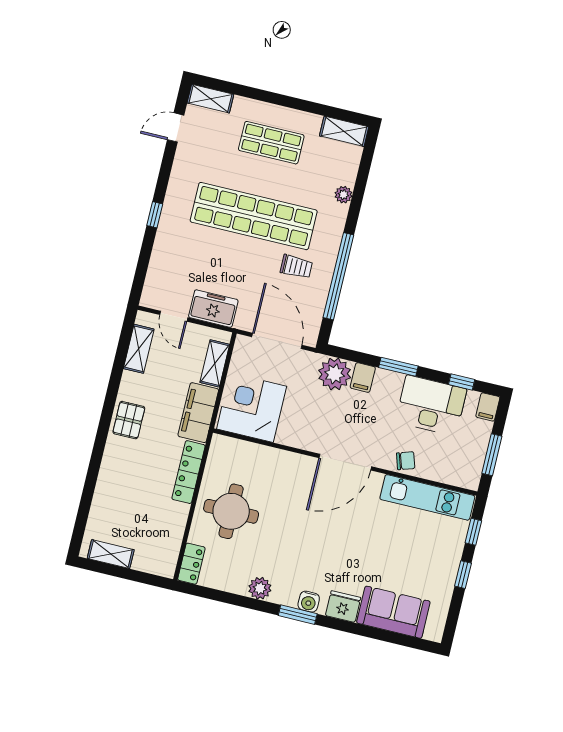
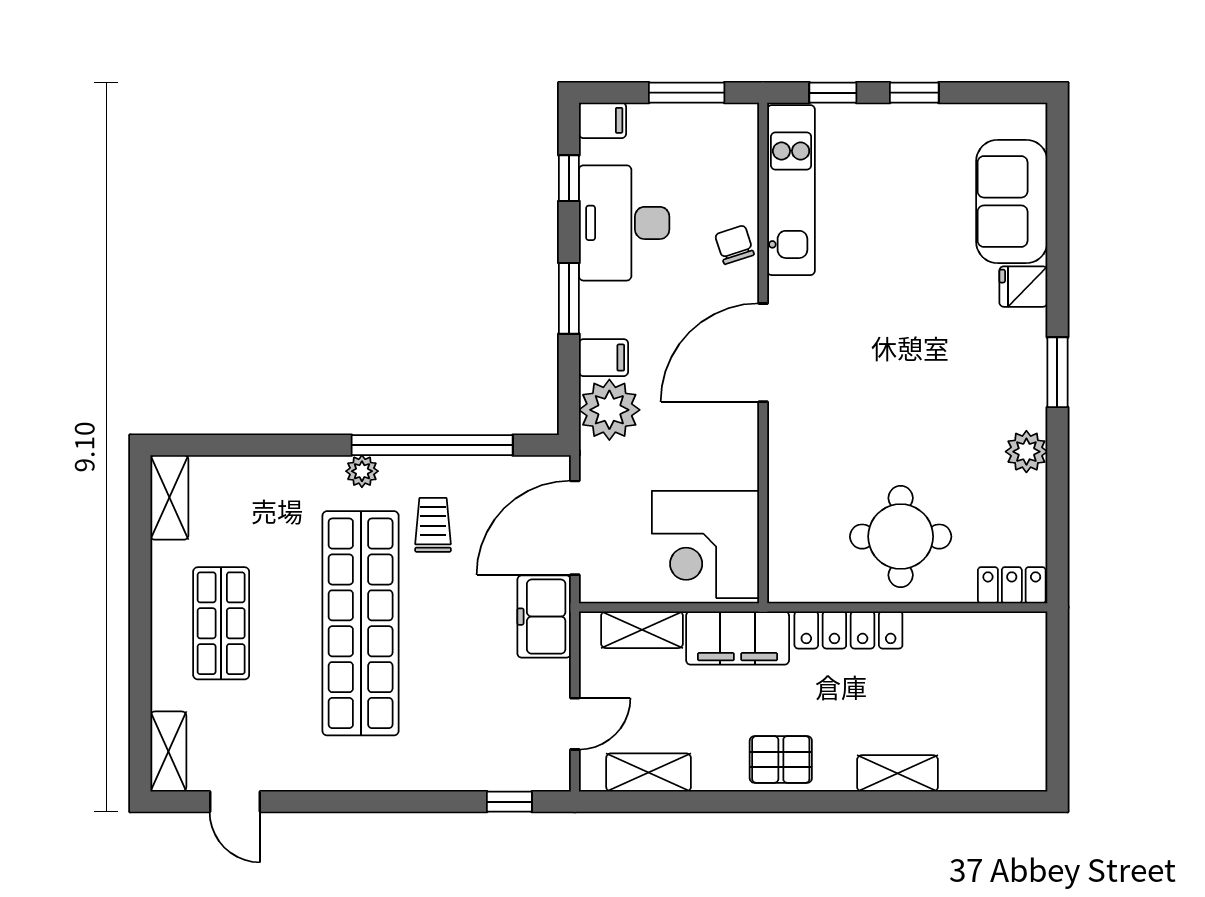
plant: (343, 195) -> (362, 471), moved
window: (155, 215) -> (509, 802), moved
freezer: (213, 309) -> (544, 617), moved
door: (345, 462) -> (763, 353), swing flipped
shelving: (111, 554) -> (897, 773), moved, turned 90
water cooler: (309, 602) -> (1029, 358), removed
fridge: (343, 607) -> (1023, 287), width x0.72

